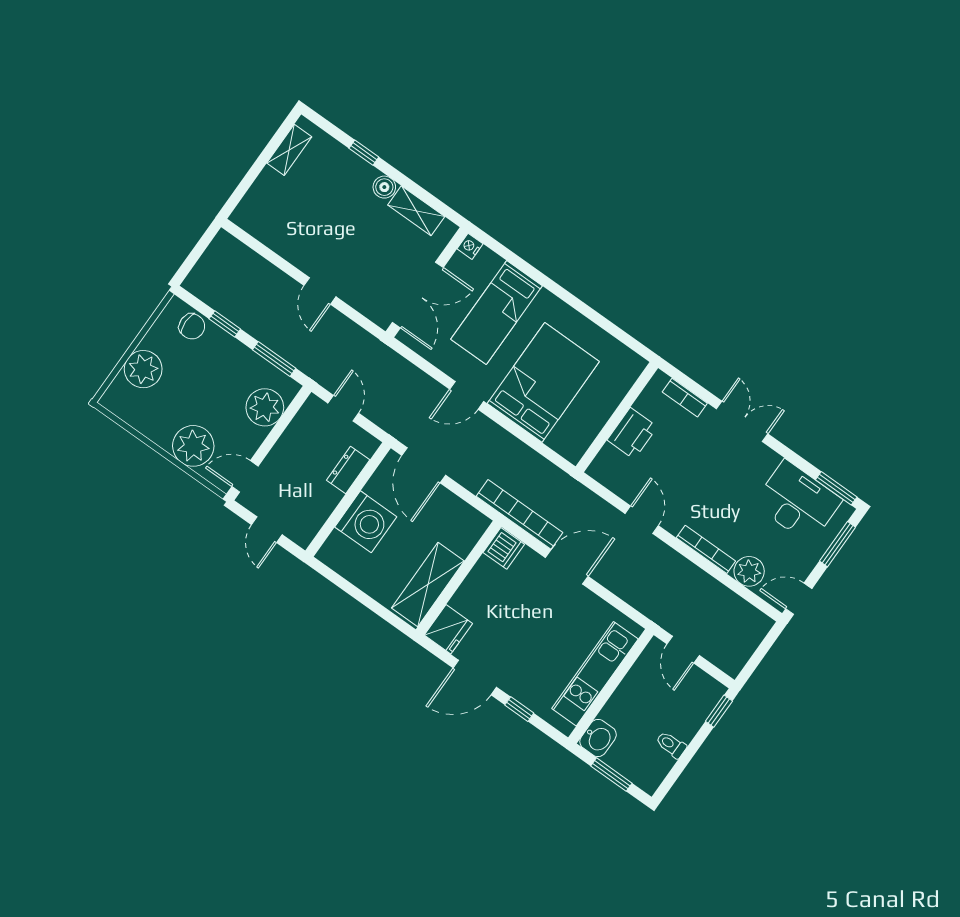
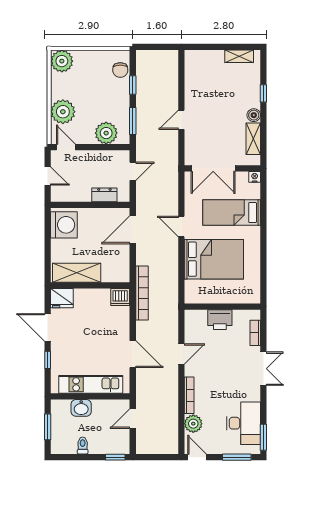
plant: (143, 369) -> (62, 61), moved
washing machine: (366, 522) -> (64, 225), moved, turned -90
door: (267, 530) -> (48, 176), swing flipped
door: (567, 567) -> (133, 354), moved
washbasin: (598, 738) -> (81, 408), moved

